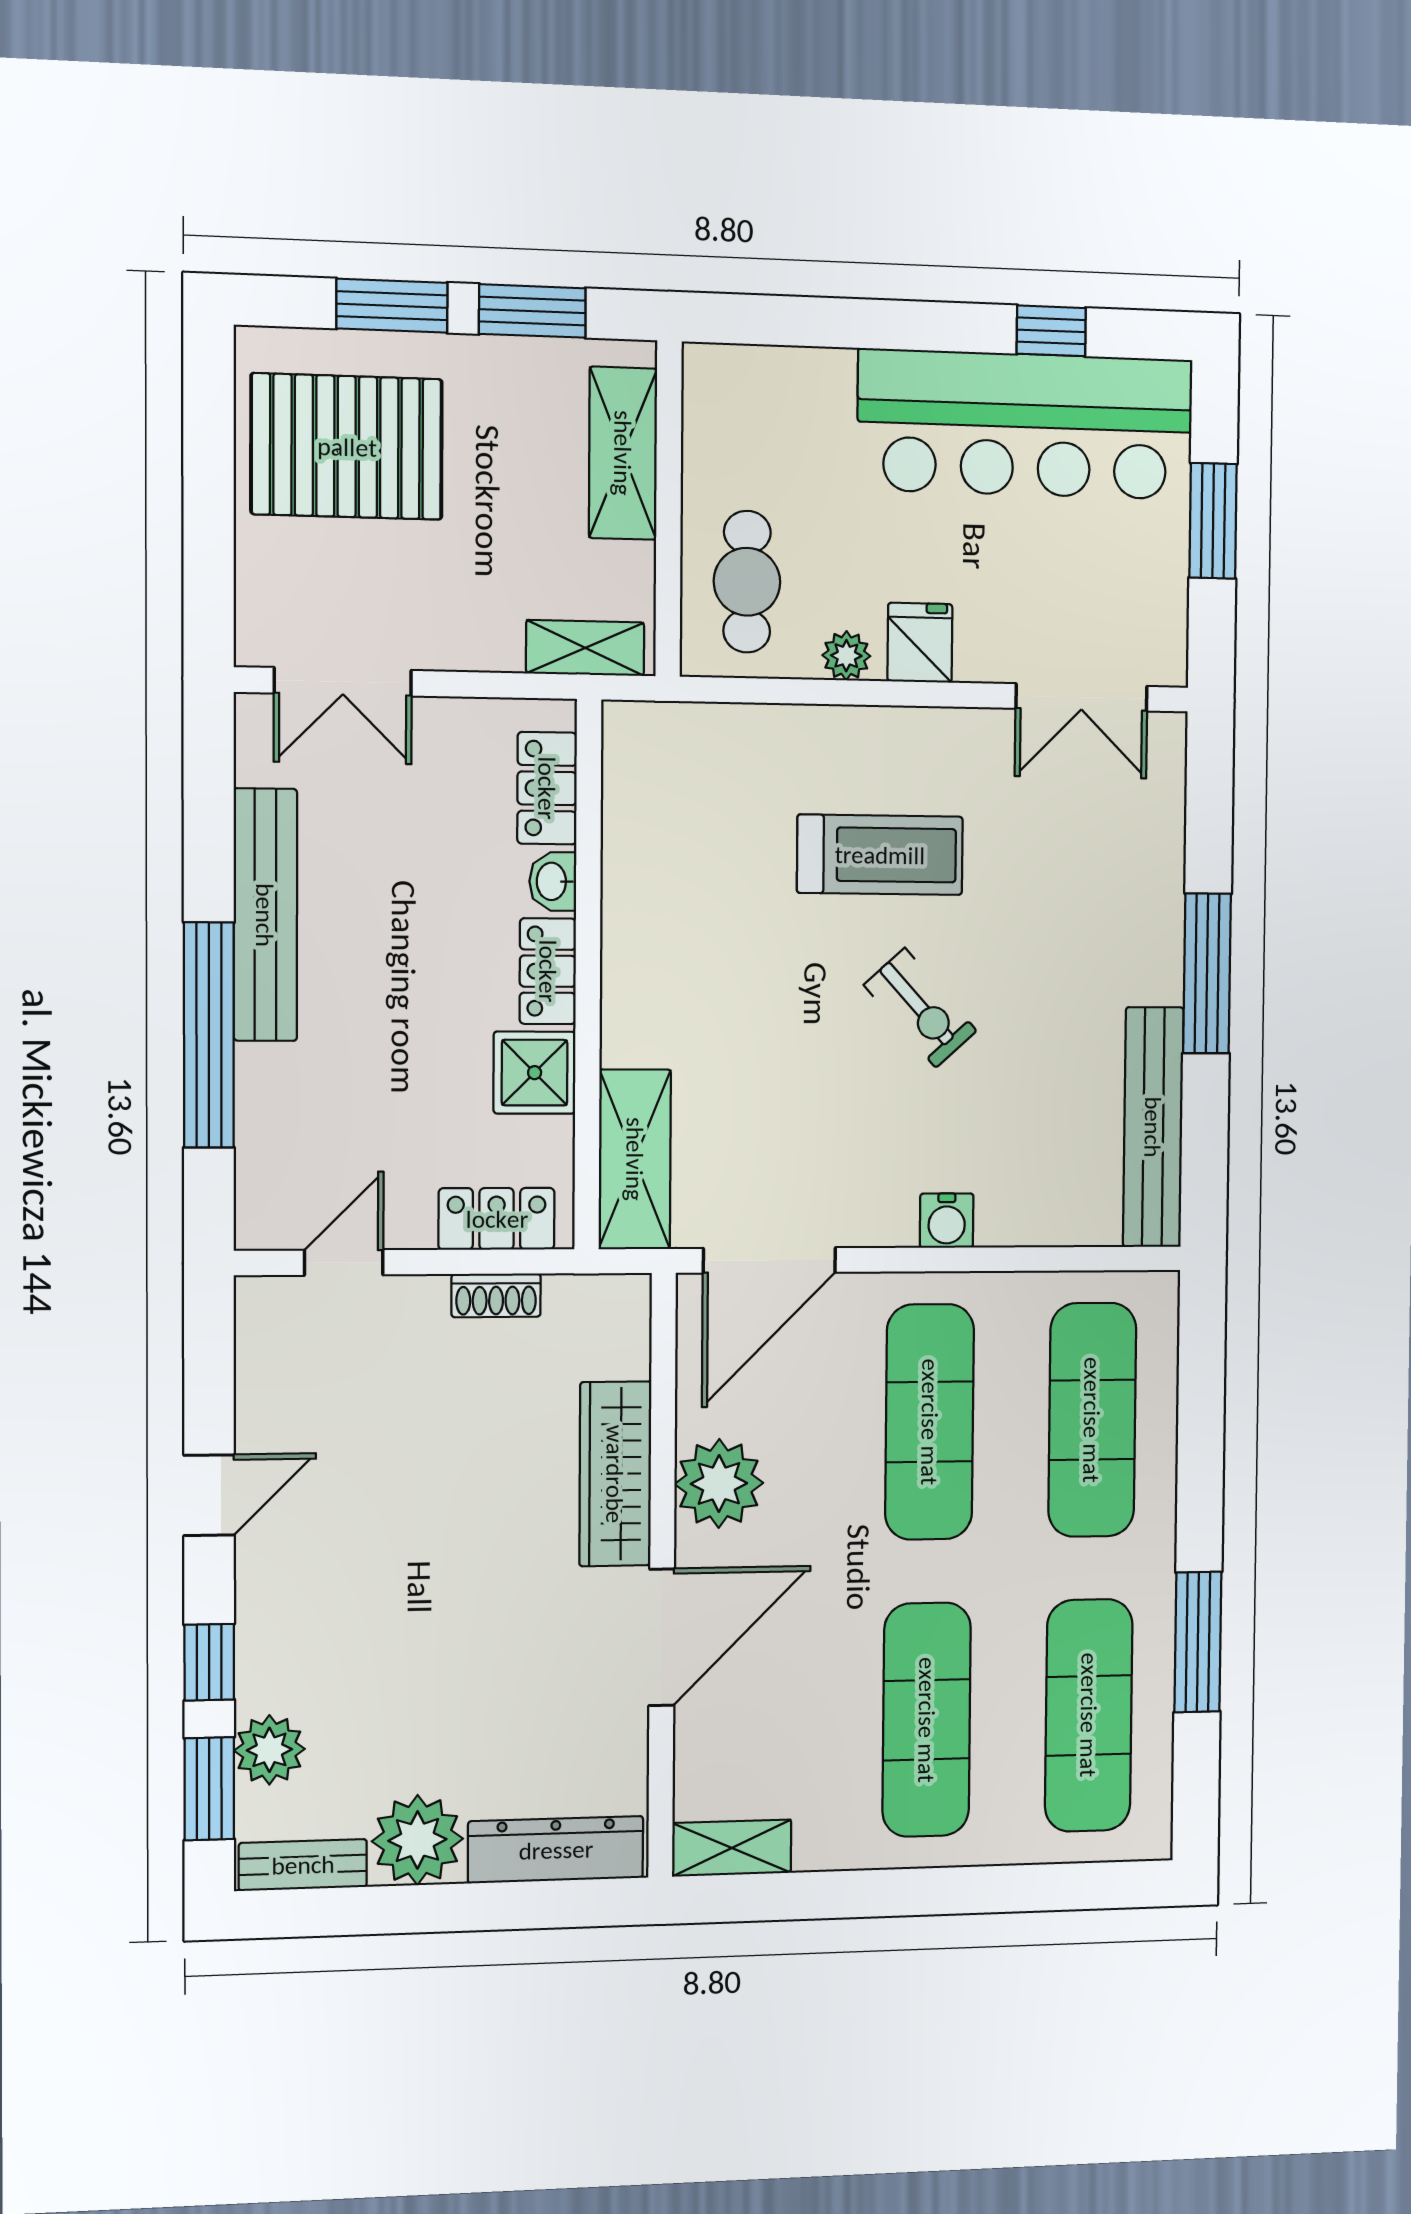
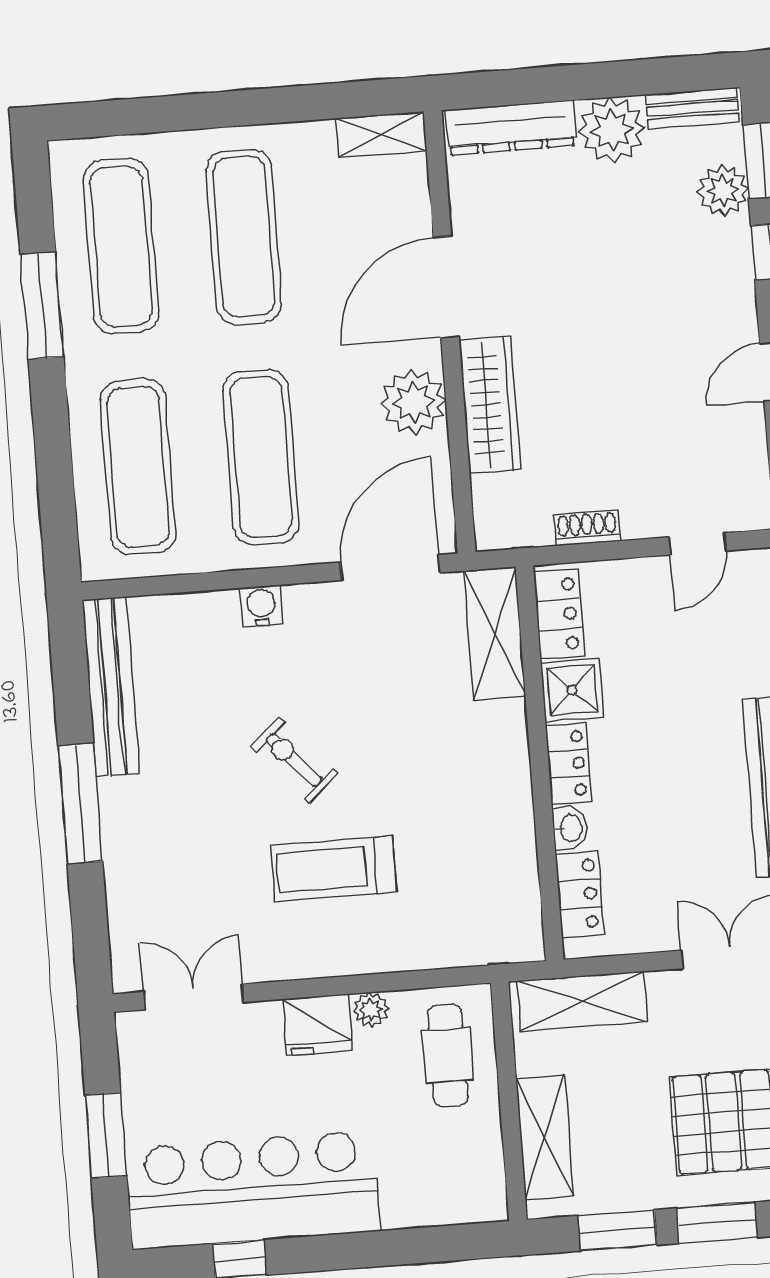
fridge: (920, 643) -> (317, 1025), width x1.38
shelving: (585, 648) -> (582, 1001), width x1.50, depth x1.33
locker: (497, 1219) -> (559, 614), moved, turned -90

